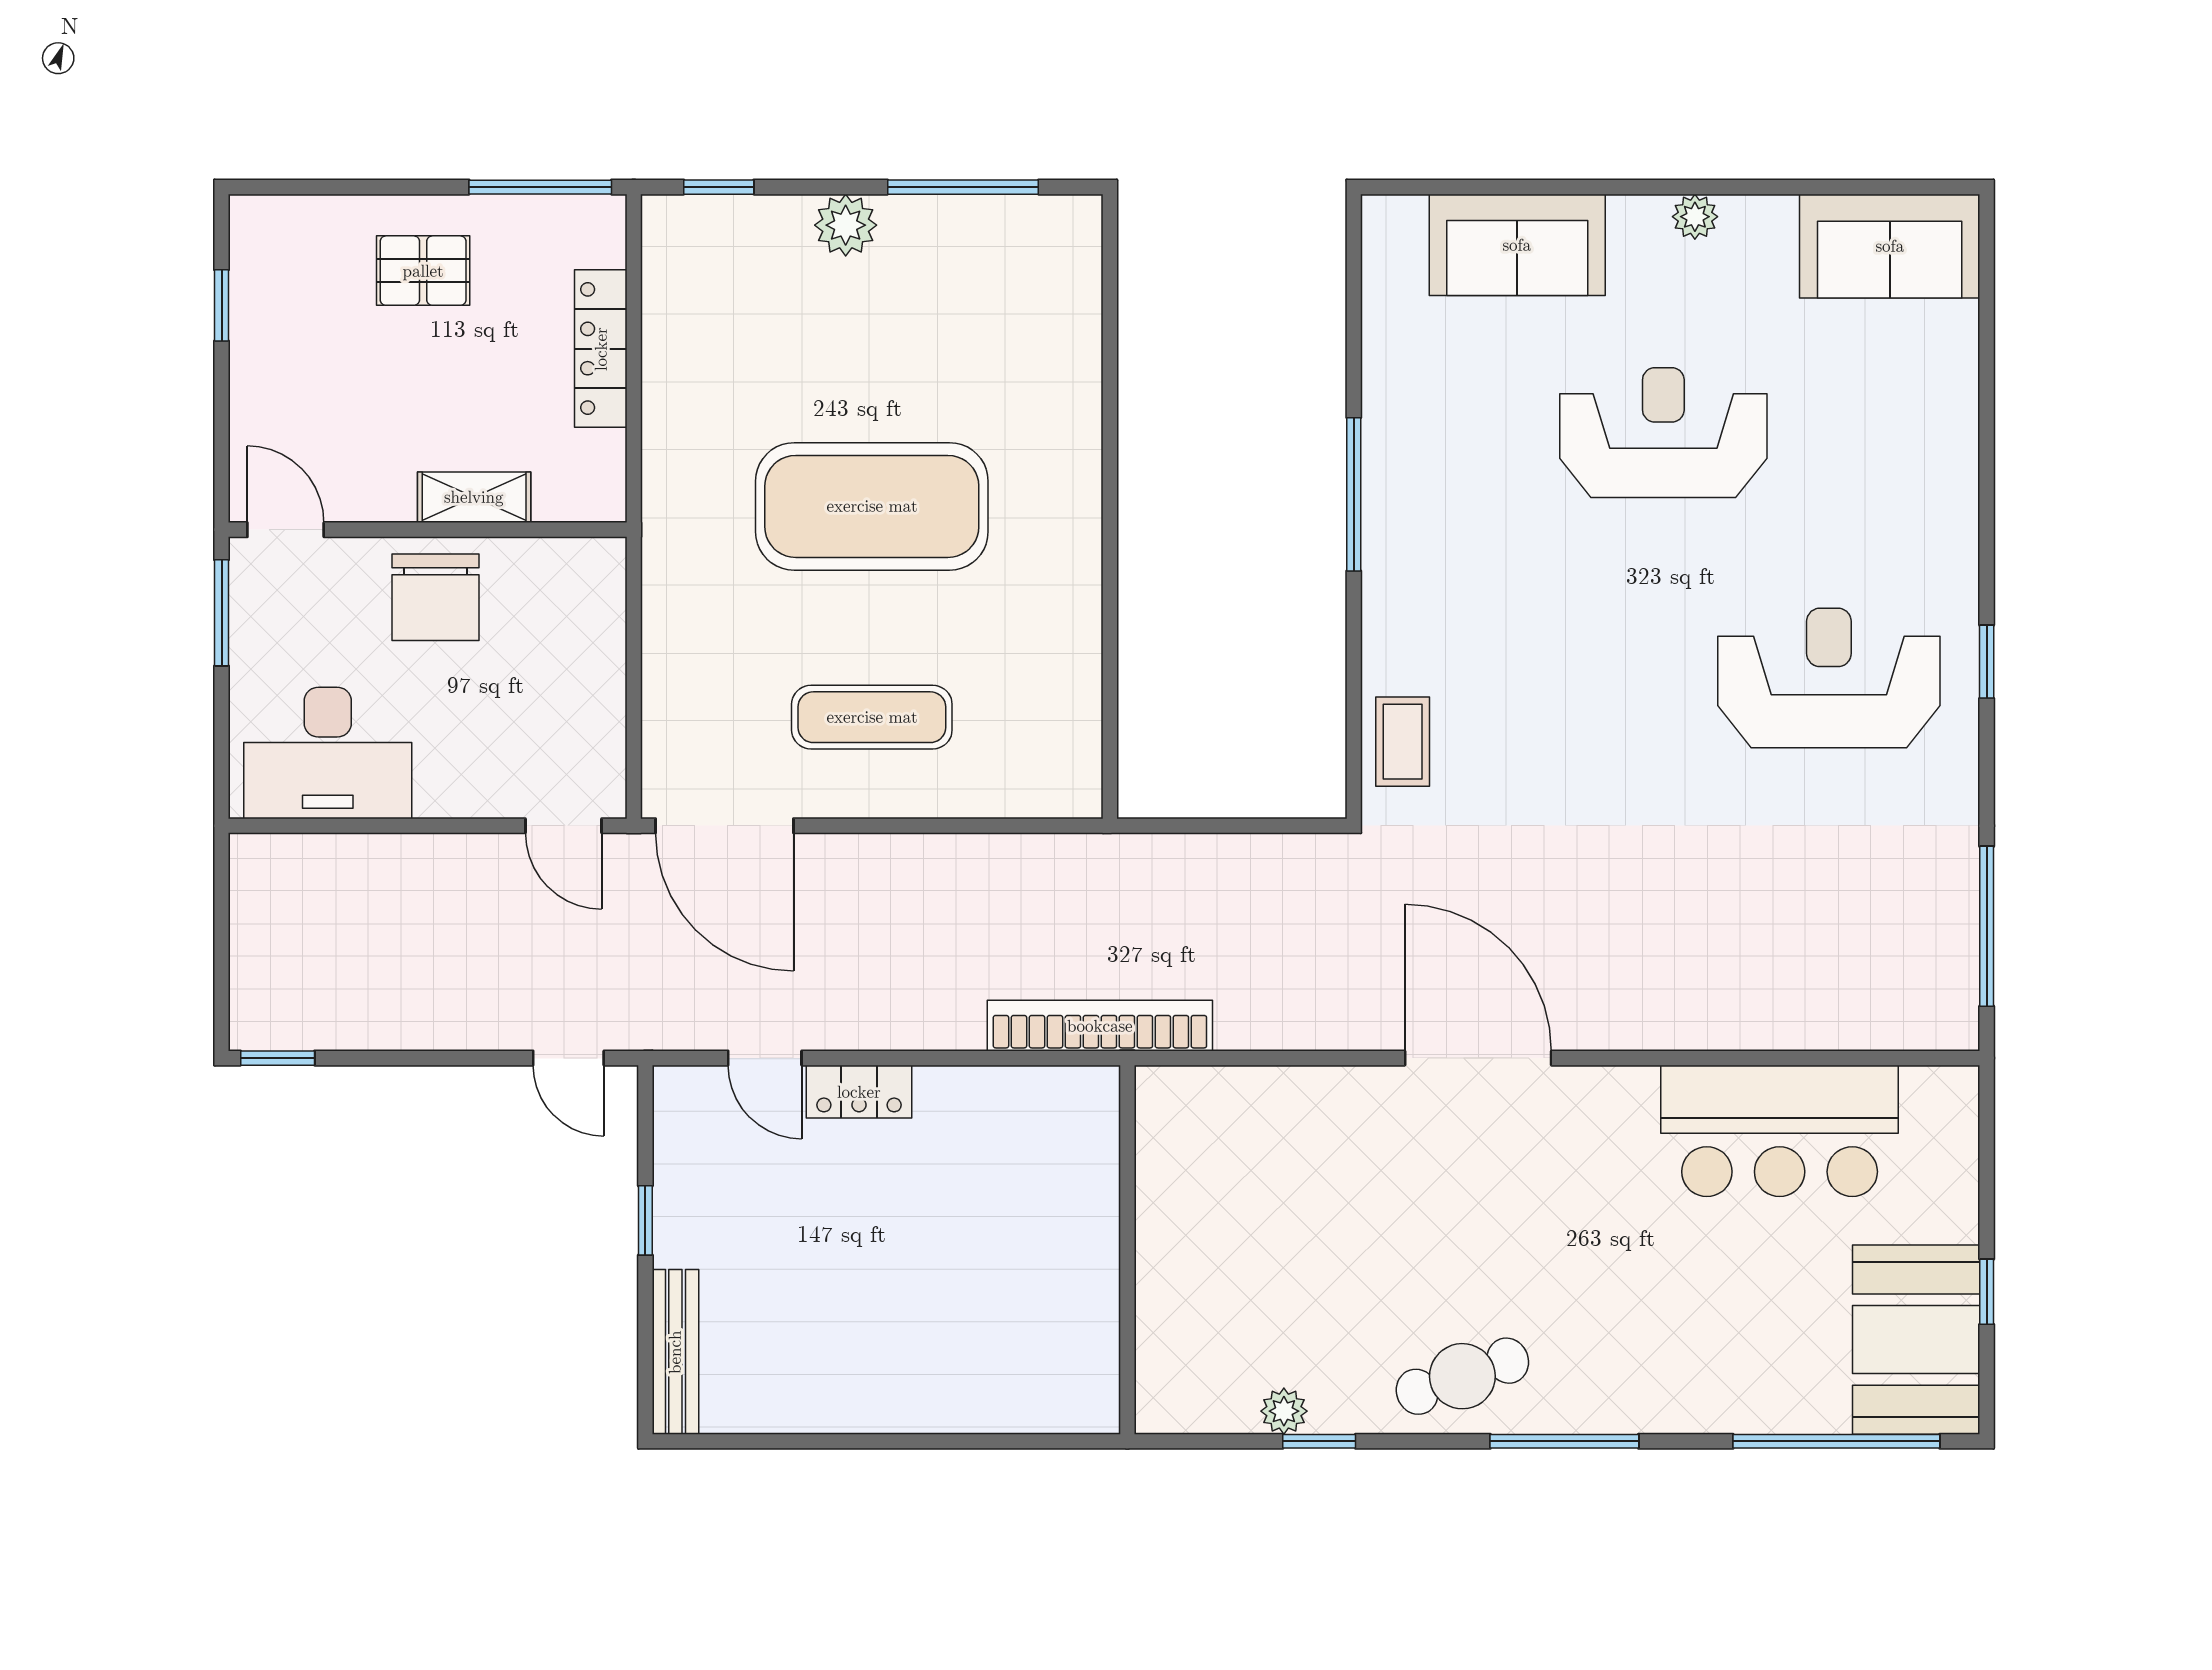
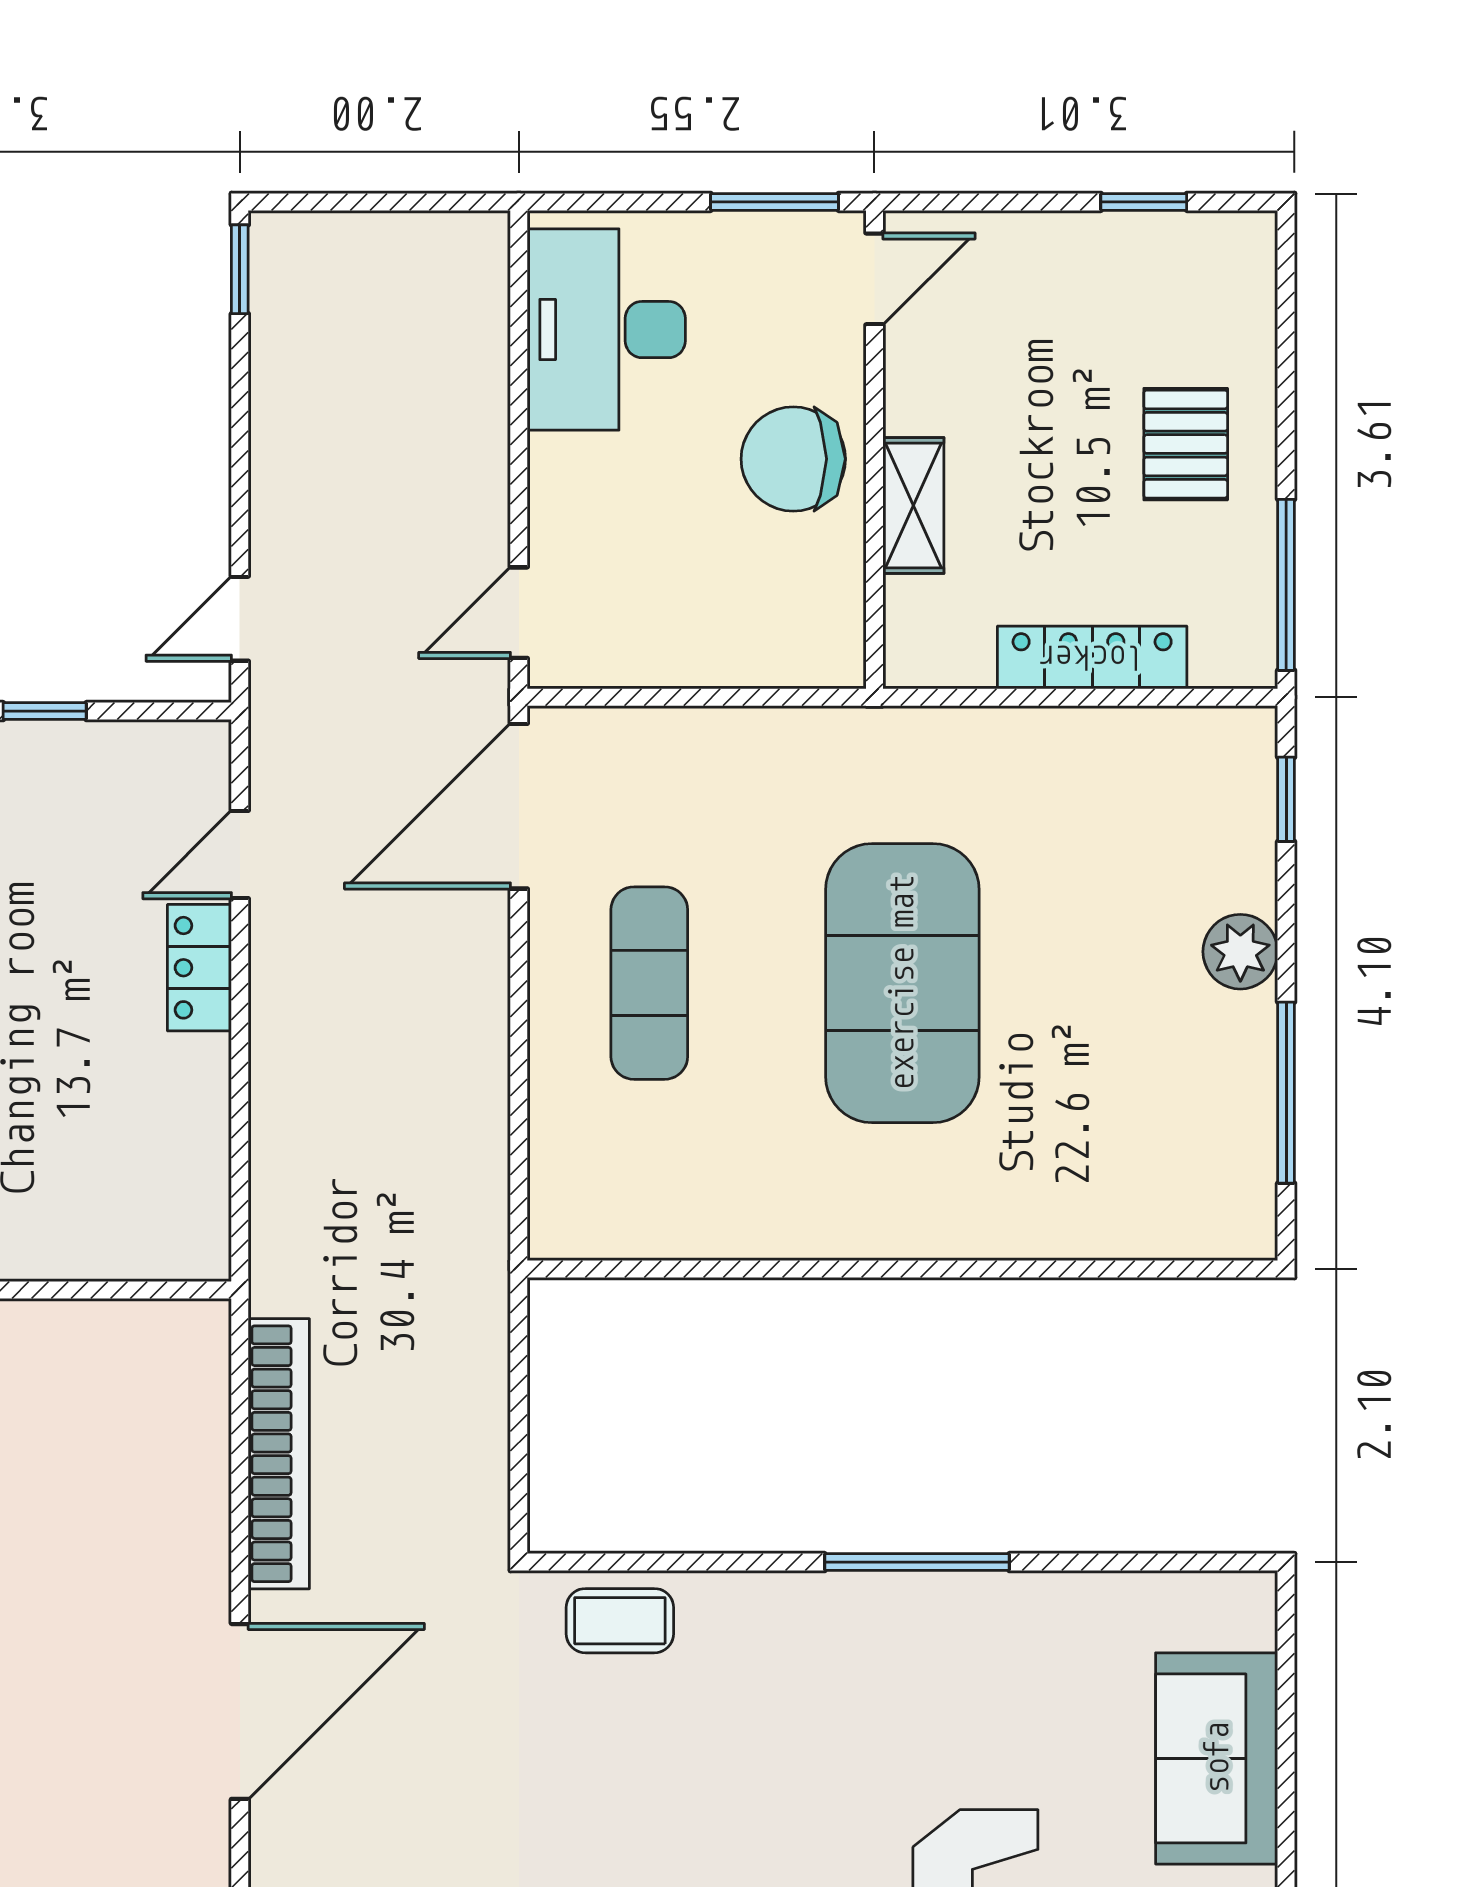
bookcase: (1100, 1026) -> (279, 1454), moved

